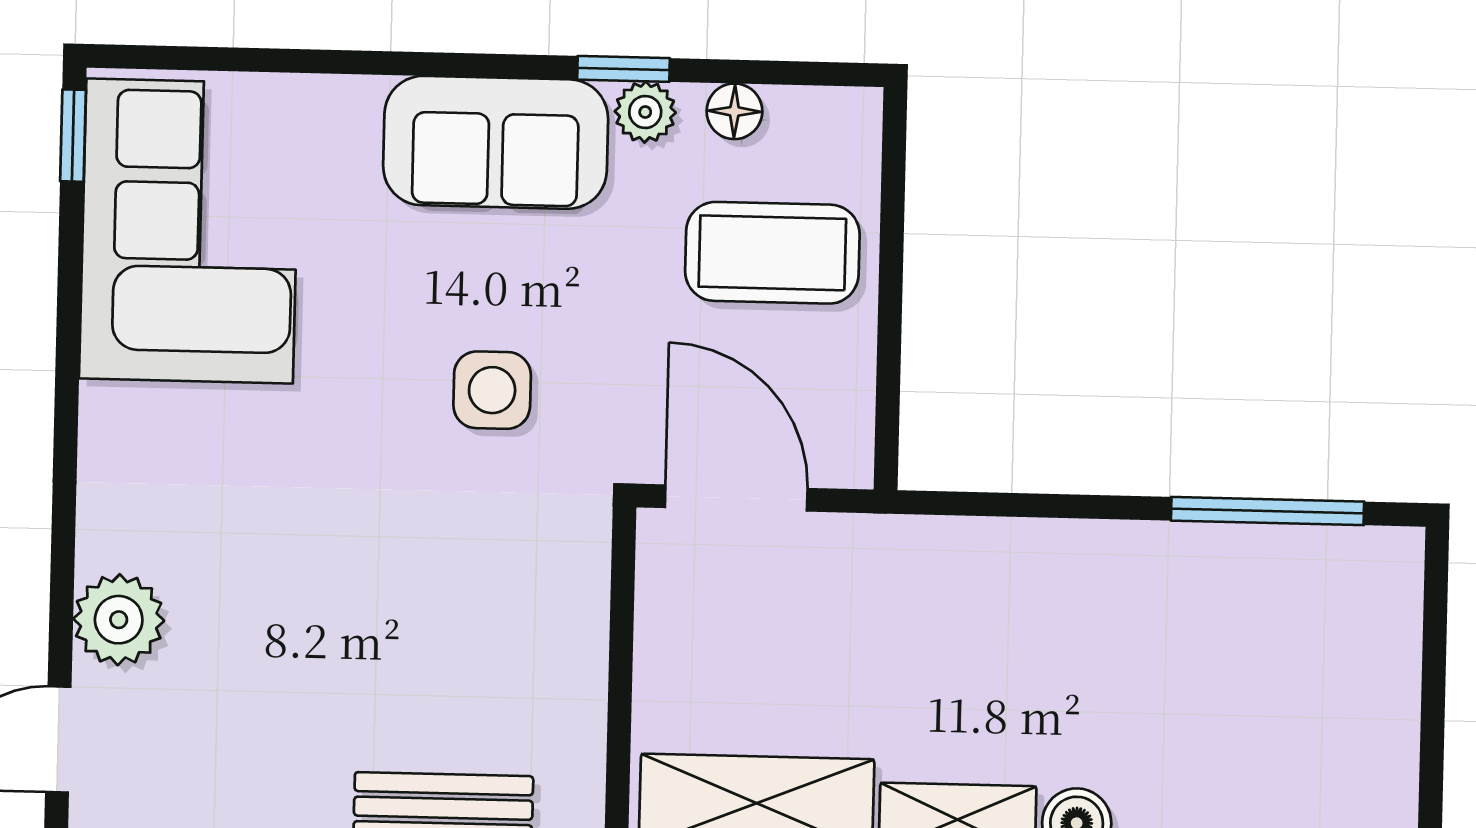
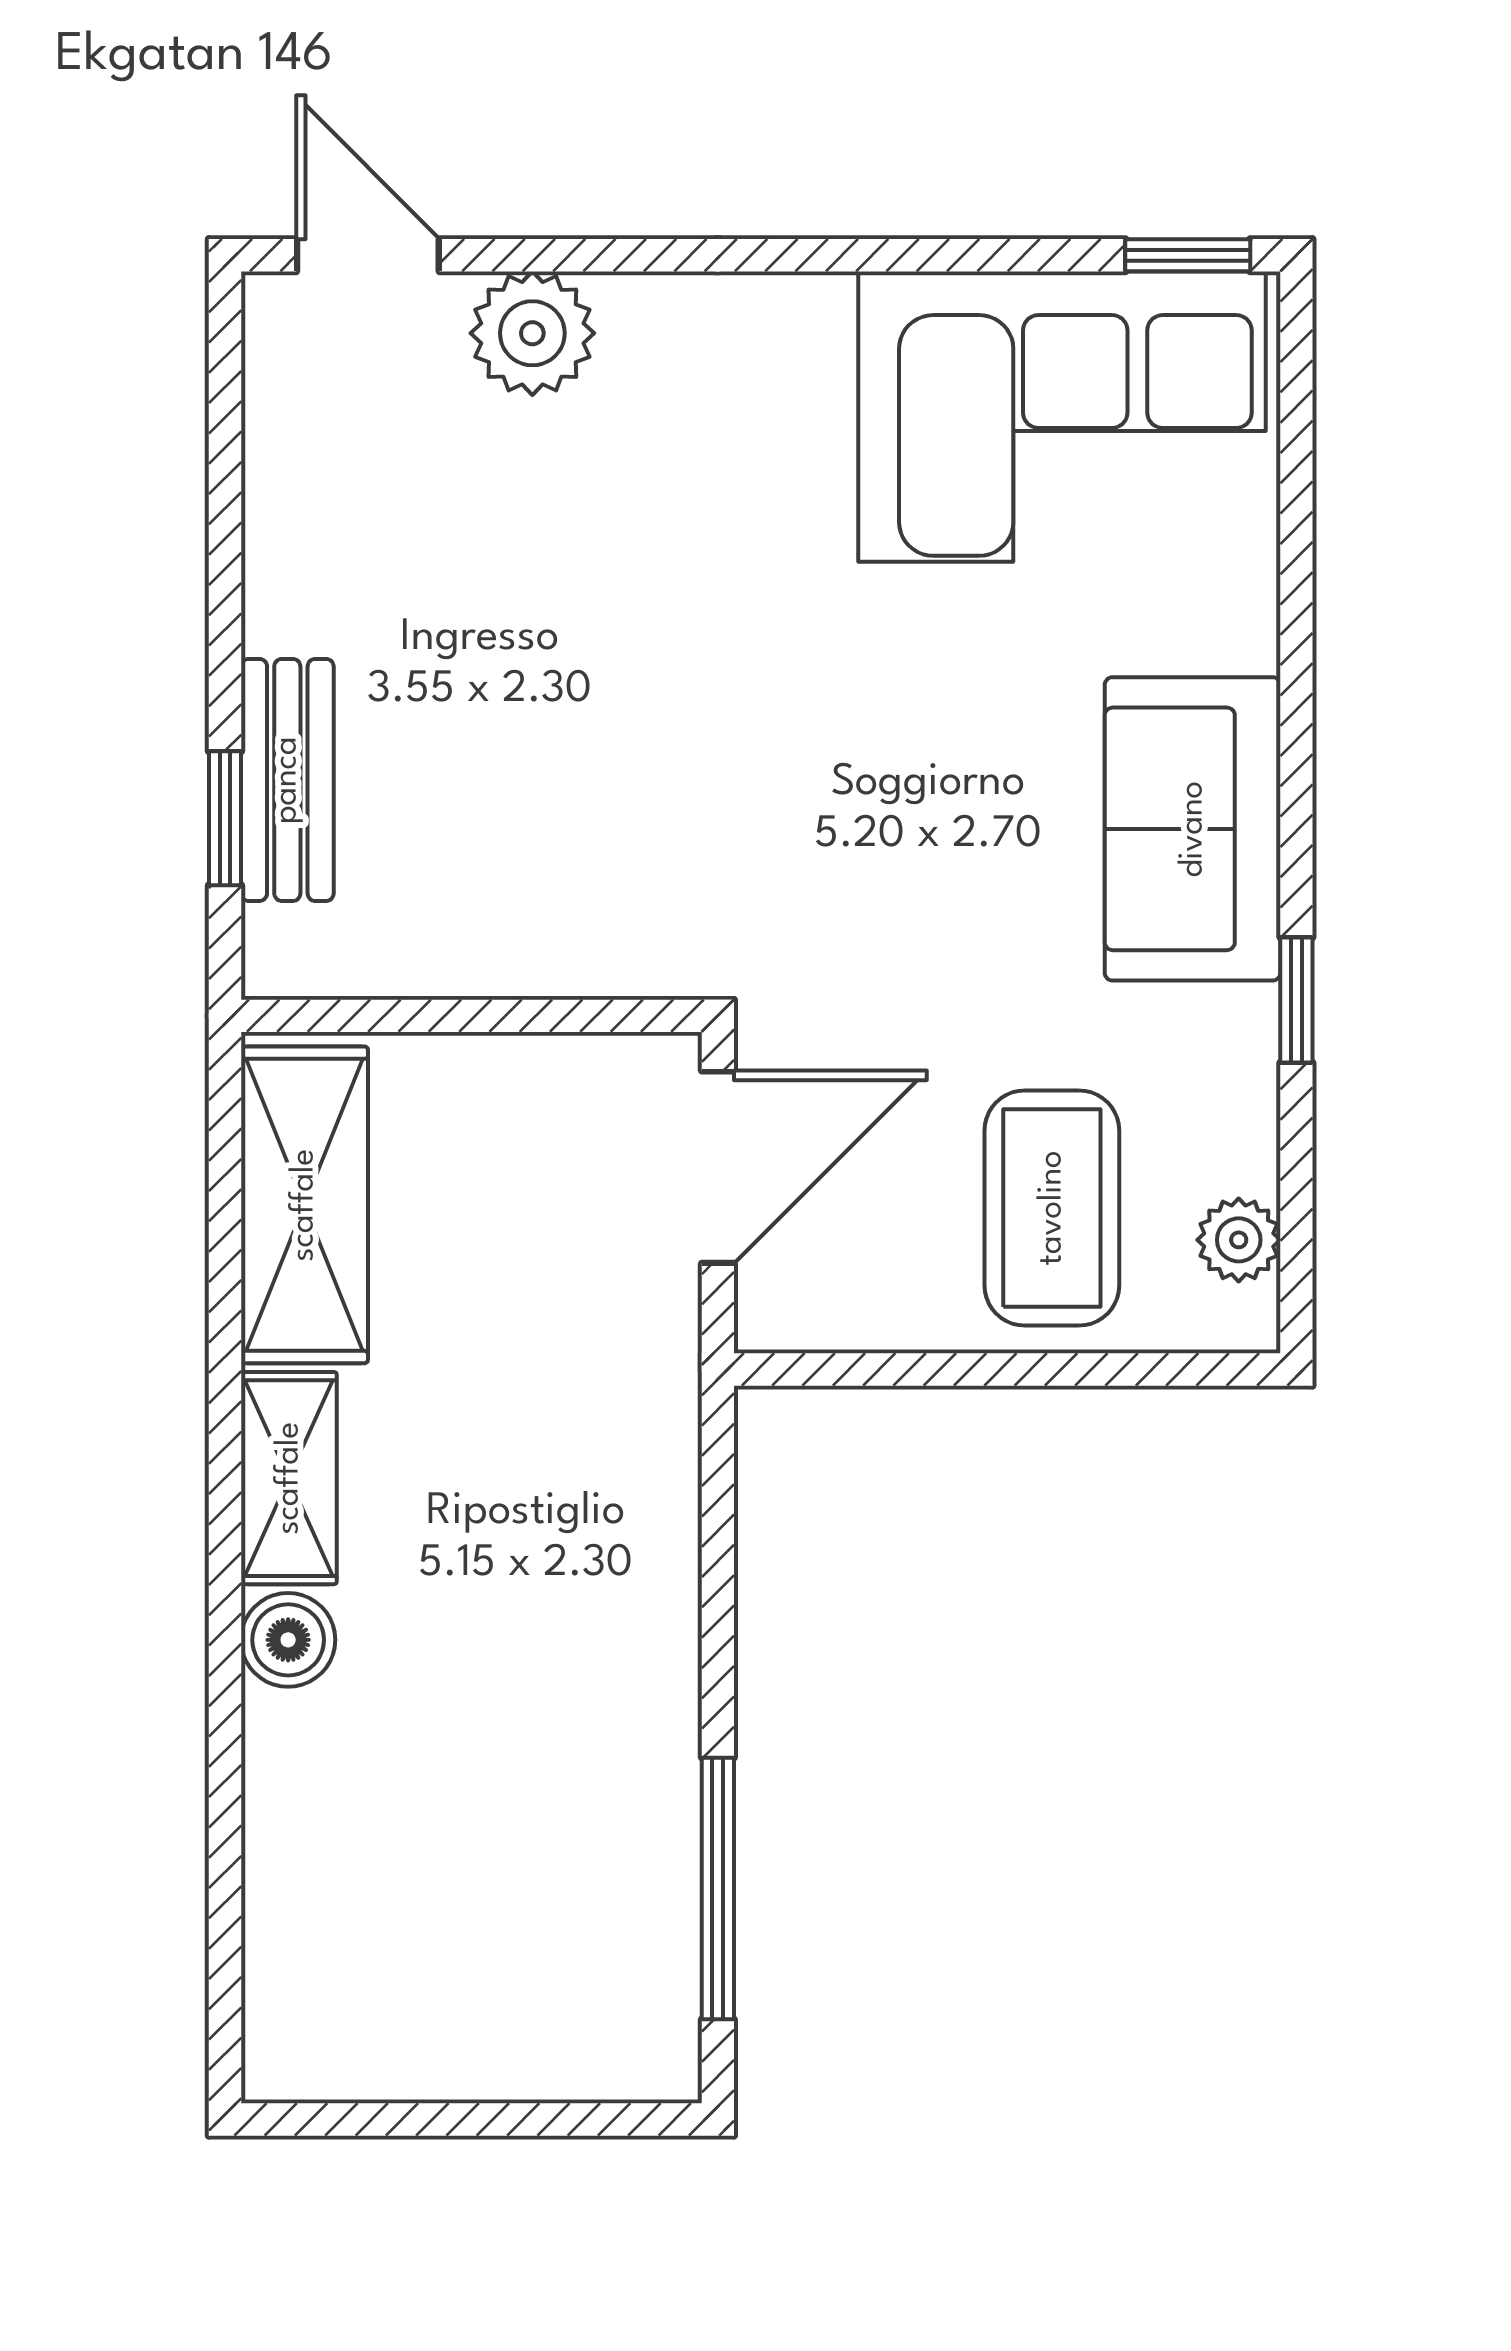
floor lamp: (734, 111) -> (1243, 1152), removed
plant: (645, 112) -> (1239, 1240), moved
side table: (492, 390) -> (856, 832), removed

